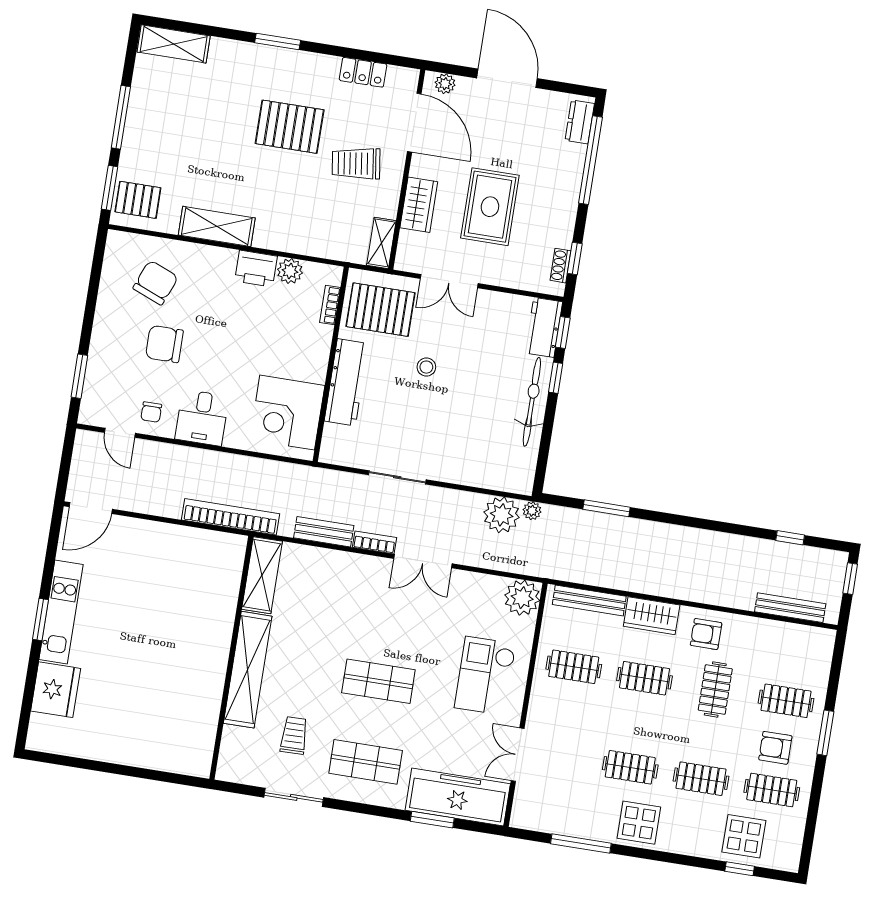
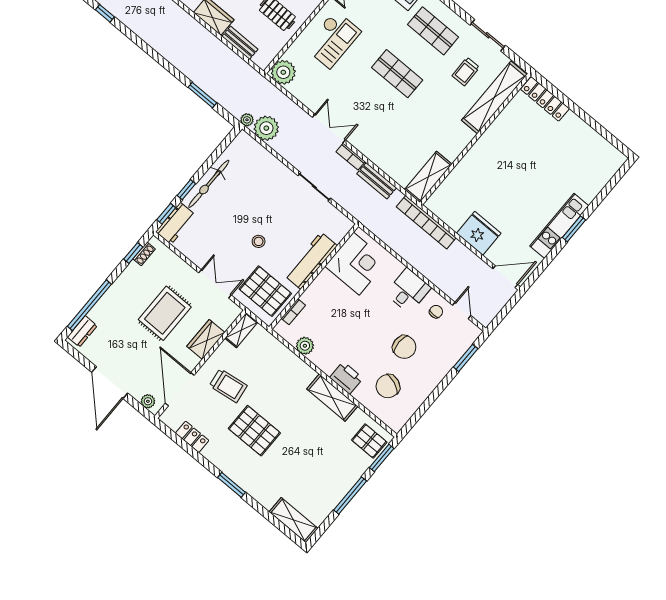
printer: (256, 269) -> (346, 378), moved
bench: (589, 600) -> (240, 43), width x0.73
shelving: (248, 670) -> (494, 97), moved
fridge: (56, 690) -> (479, 233), moved, turned 90
locker: (174, 761) -> (545, 99), added

